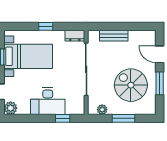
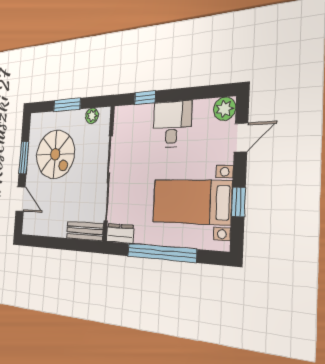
window: (46, 26) -> (161, 253), width x3.17
bench: (114, 36) -> (85, 231), moved
desk: (48, 101) -> (172, 124), width x0.73

